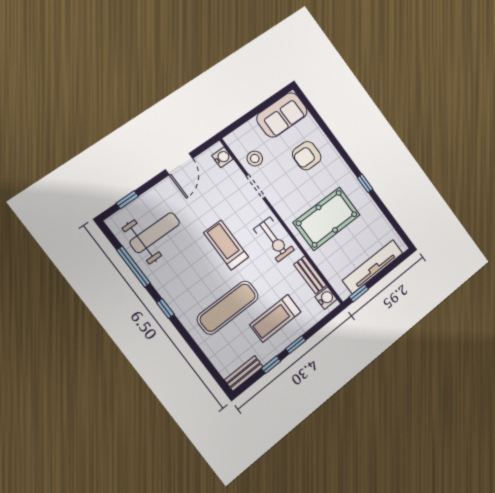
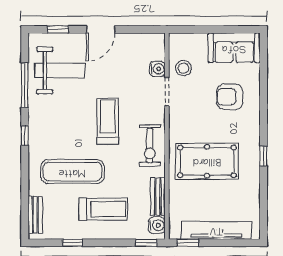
water cooler: (222, 157) -> (157, 69), moved
door: (179, 164) -> (101, 29), moved
treadmill: (275, 318) -> (103, 209), turned 180
window: (296, 345) -> (146, 243), moved
bench: (244, 373) -> (35, 215), moved, turned 90

